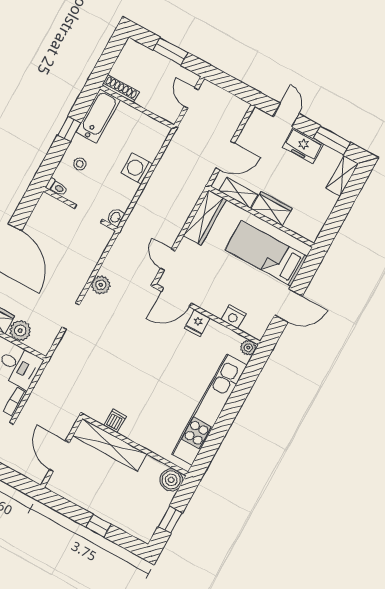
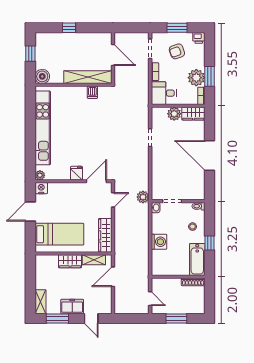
door: (168, 260) -> (113, 200), hinge flipped
plant: (101, 285) -> (143, 197), moved
nightstand: (233, 317) -> (41, 188), moved

